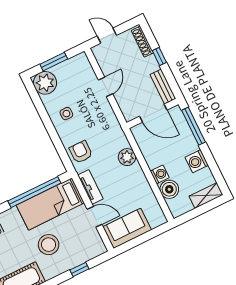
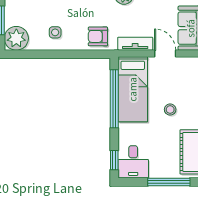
door: (95, 217) -> (165, 53), hinge flipped
stool: (49, 245) -> (170, 110), width x0.53, depth x0.53

